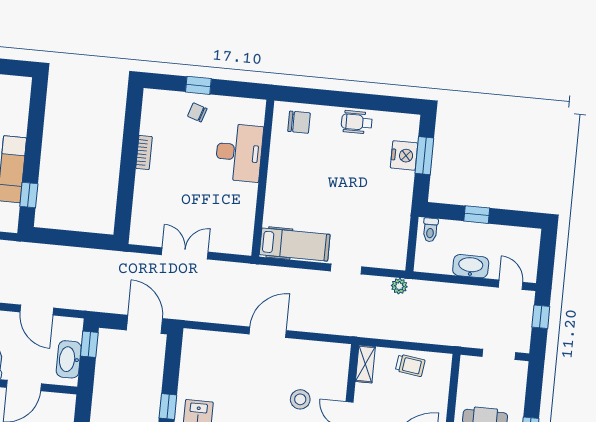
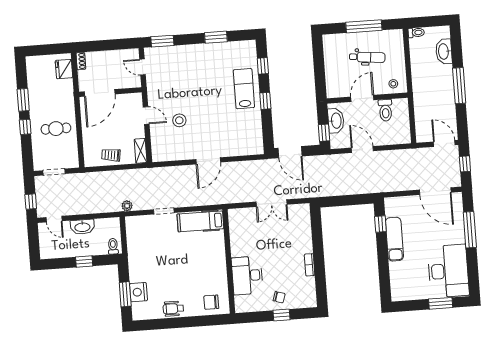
wheelchair: (357, 122) -> (173, 309), turned 180

